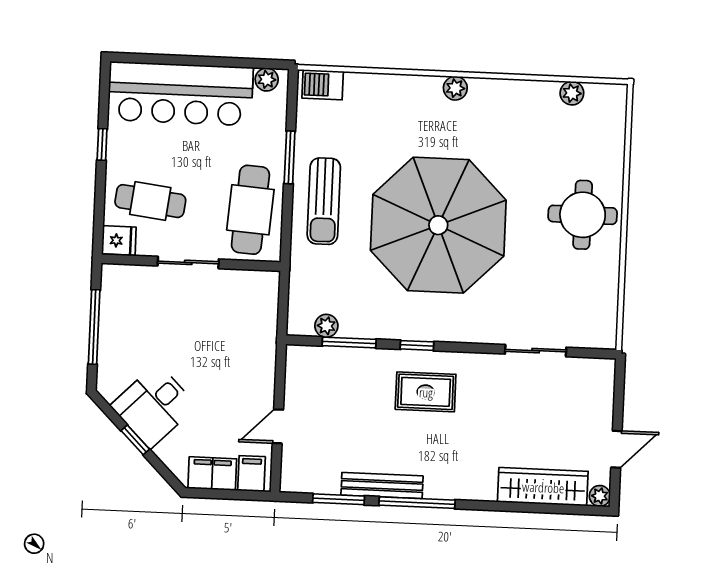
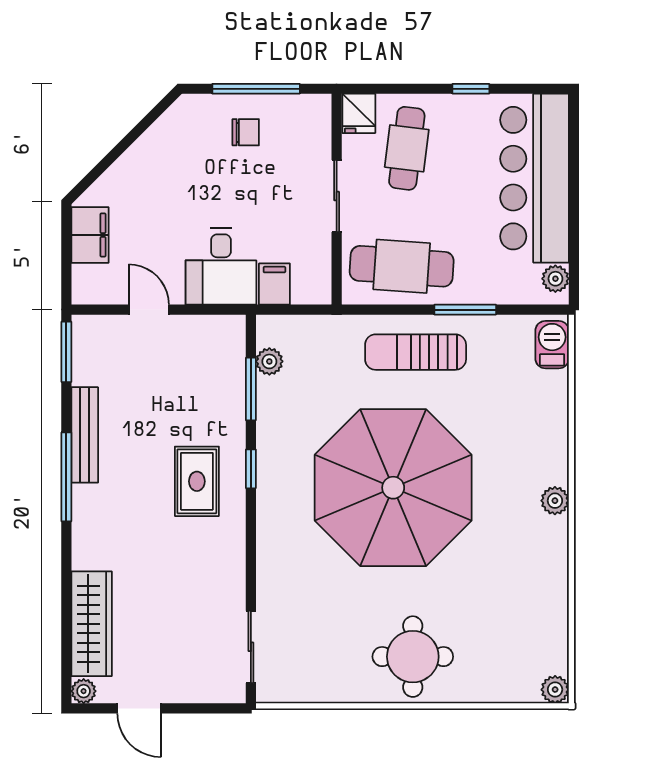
plant: (572, 93) -> (555, 690), moved
chair: (131, 337) -> (246, 132), added
sliding door: (536, 351) -> (251, 647), moved
desk: (154, 406) -> (221, 266), moved, turned -135
window: (135, 440) -> (126, 143), removed
filing cabinet: (251, 474) -> (274, 284), moved, turned -90
window: (339, 499) -> (66, 352), moved

